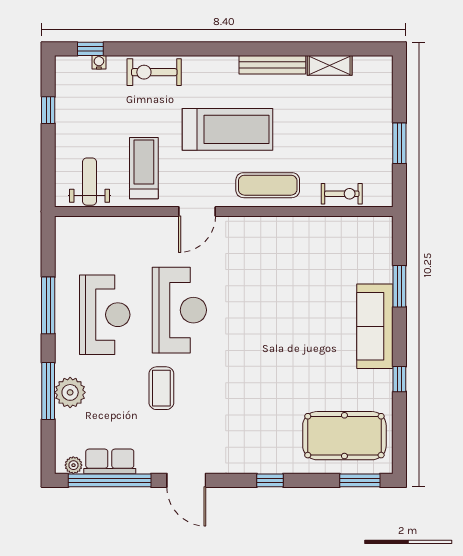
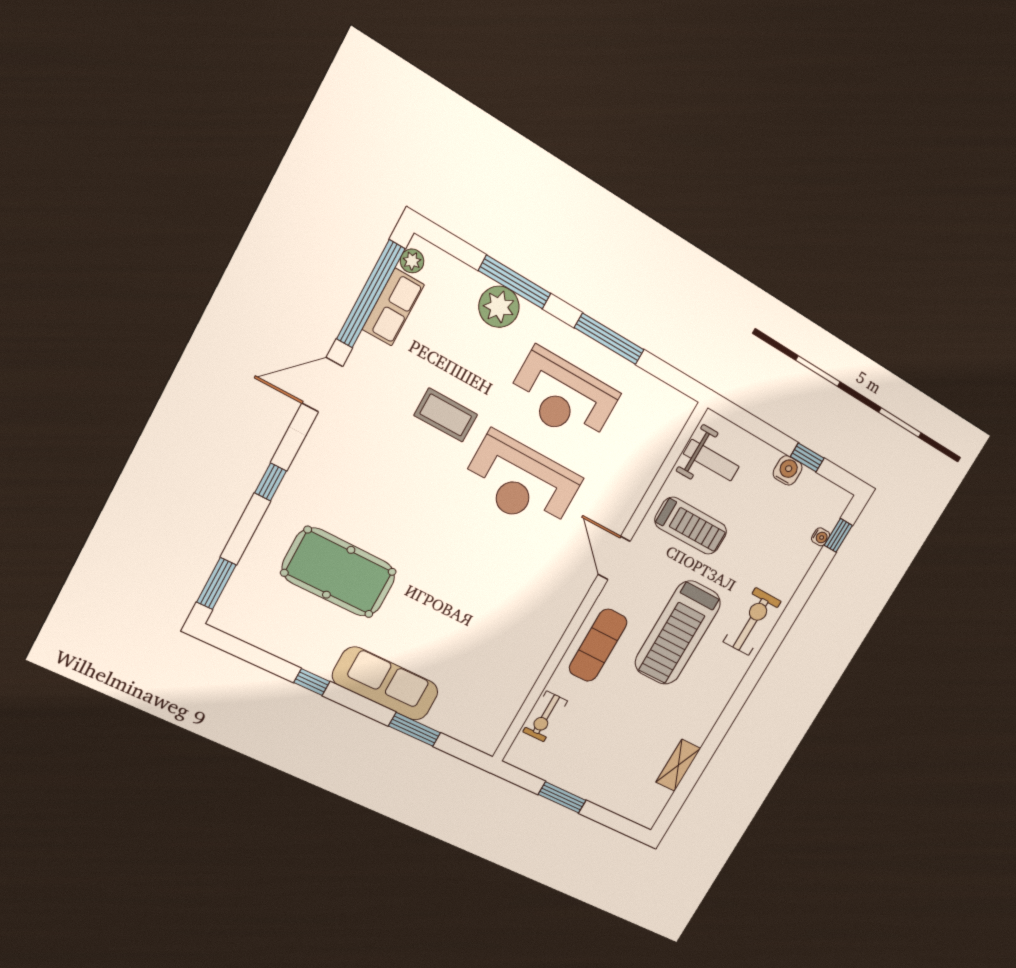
bench: (272, 65) -> (713, 710), removed
exercise bike: (154, 72) -> (752, 622), moved
water cooler: (65, 119) -> (788, 470), added
pool table: (344, 436) -> (339, 572), moved, turned 90

